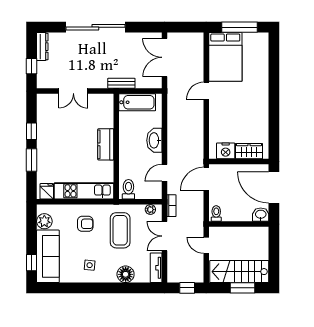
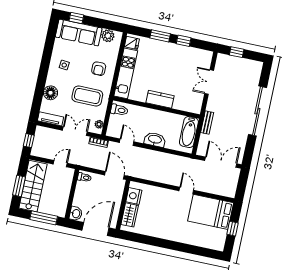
window: (239, 27) -> (232, 229), width x0.46
dresser: (42, 47) -> (251, 64), removed
window: (274, 251) -> (44, 218), added

